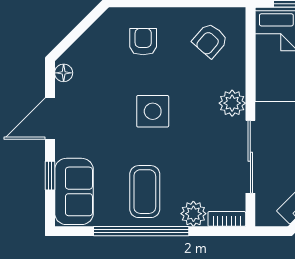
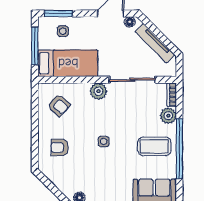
side table: (153, 111) -> (104, 141), width x0.54, depth x0.54

